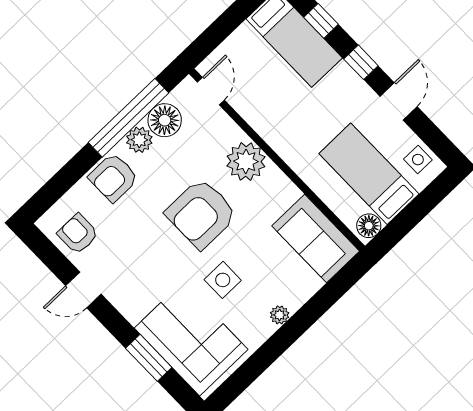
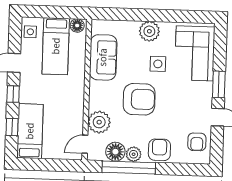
plant: (246, 161) -> (99, 122), moved
armchair: (113, 178) -> (159, 150), turned -90
sofa: (316, 239) -> (103, 57), moved
plant: (280, 315) -> (149, 31), width x1.87, depth x1.87
window: (149, 358) -> (219, 84), moved

